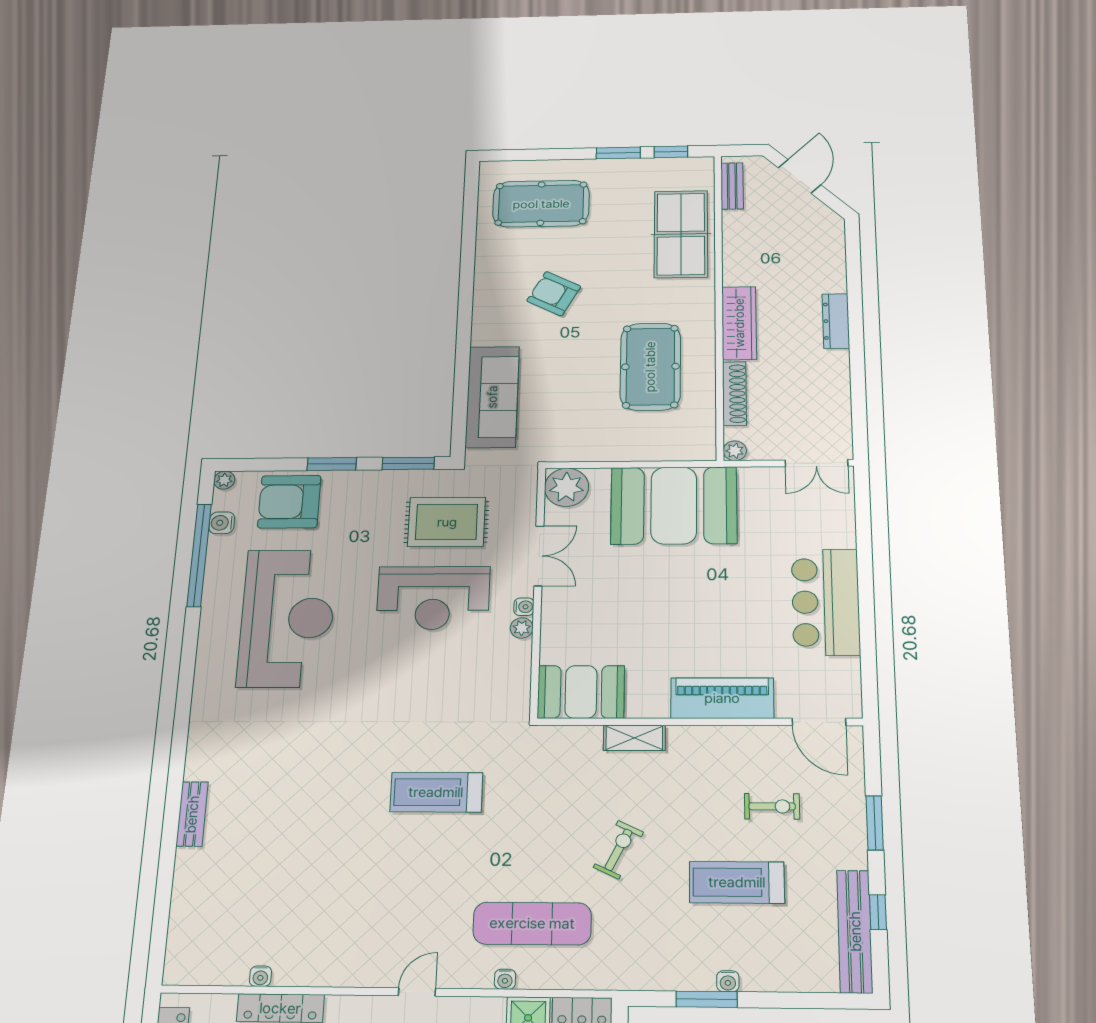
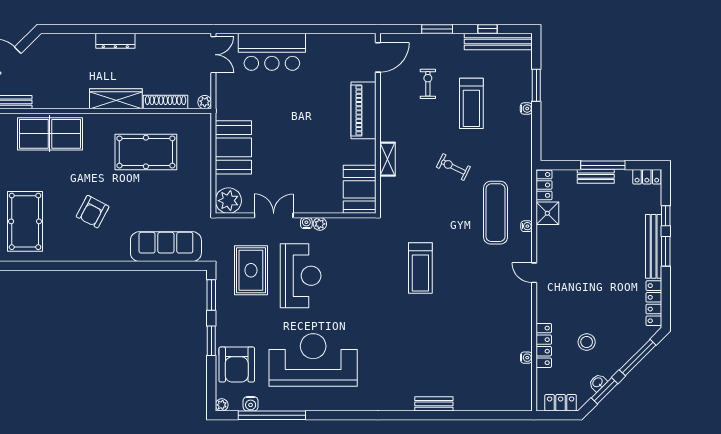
booth: (674, 505) -> (233, 147), width x0.73, depth x0.70
bar counter: (826, 602) -> (272, 52), moved
window: (707, 999) -> (536, 85), moved

